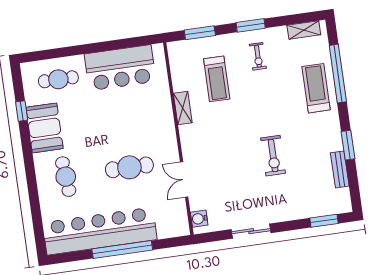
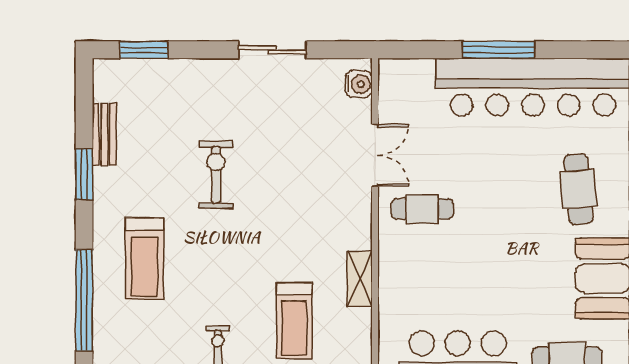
treadmill: (217, 79) -> (294, 321), turned 180
treadmill: (316, 88) -> (145, 258), moved
cafe table: (129, 167) -> (422, 209), moved, width x0.73, depth x0.74
window: (122, 250) -> (499, 50), width x0.68

